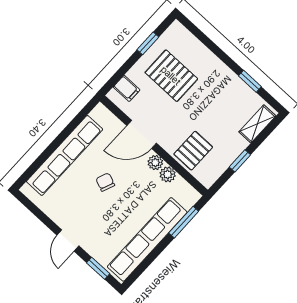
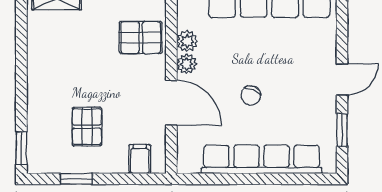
pallet: (171, 76) -> (87, 127), width x0.67, depth x0.71
window: (250, 81) -> (21, 148), moved
window: (98, 268) -> (342, 130), moved

